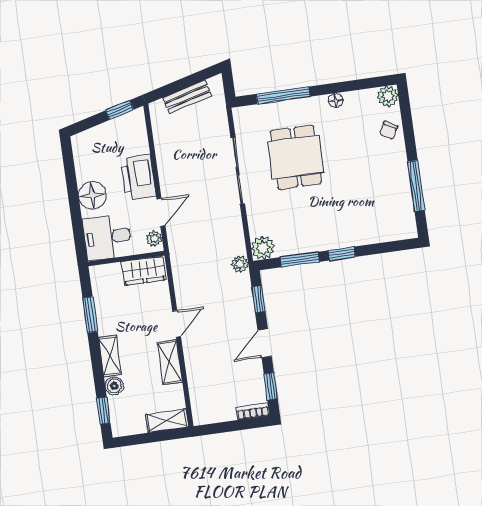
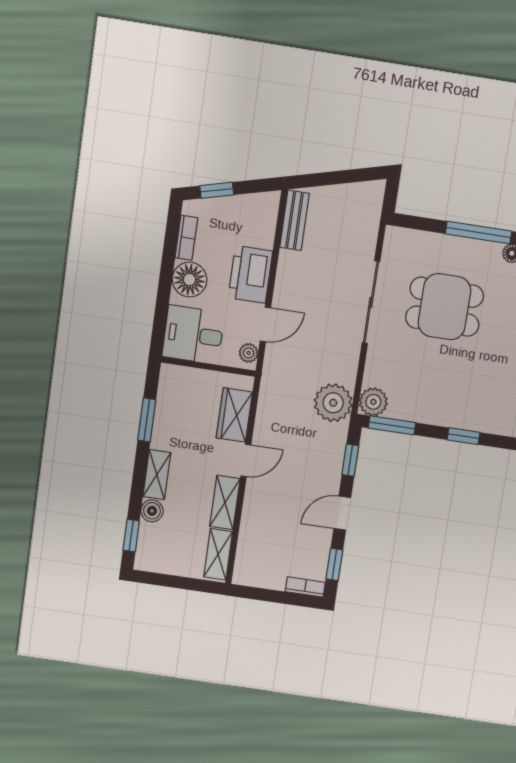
window: (283, 95) -> (478, 233), moved
bench: (187, 97) -> (294, 220), moved, turned -75
window: (120, 110) -> (217, 190), moved
dining table: (296, 157) -> (444, 307), turned 90
bookcase: (81, 164) -> (186, 238), added
window: (300, 260) -> (392, 425), moved
plant: (240, 264) -> (333, 403), width x1.87, depth x1.87
wardrobe: (144, 271) -> (234, 415), moved, turned 90
shelving: (167, 421) -> (218, 554), moved, turned 90

